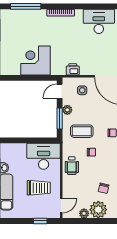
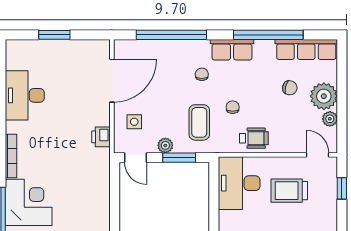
corner desk: (36, 60) -> (29, 202), moved, turned 180
trolley: (39, 188) -> (289, 191), turned -90

